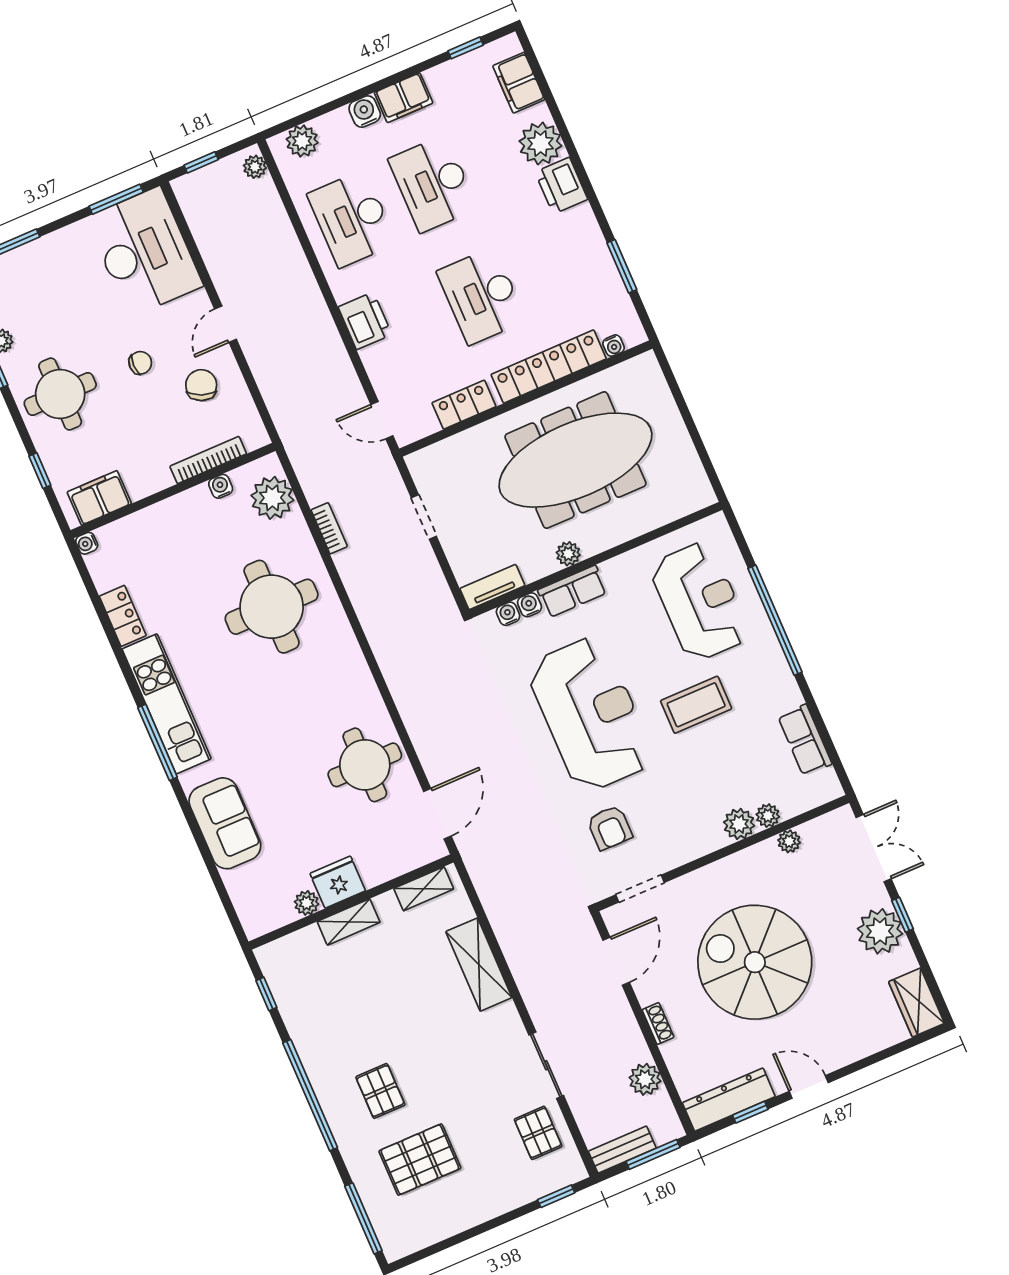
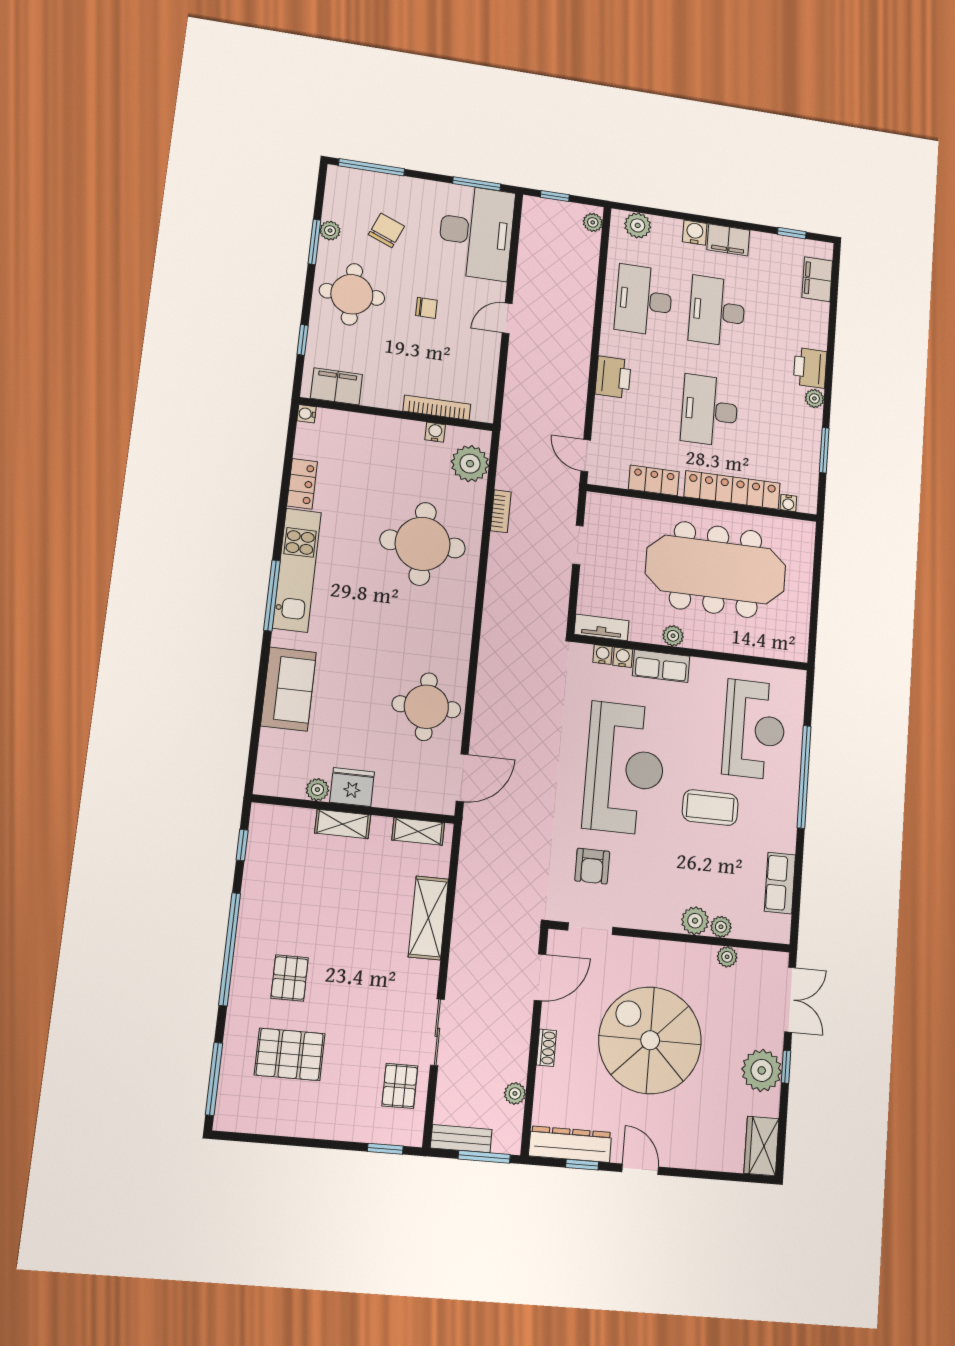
plant: (540, 144) -> (814, 398), moved, width x0.53, depth x0.53
chair: (201, 385) -> (386, 230), moved
plant: (645, 1079) -> (515, 1093), width x0.73, depth x0.73

